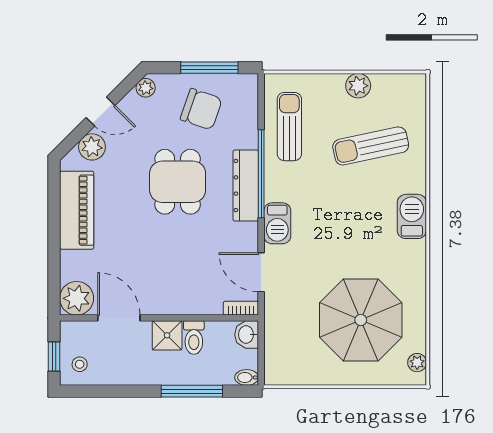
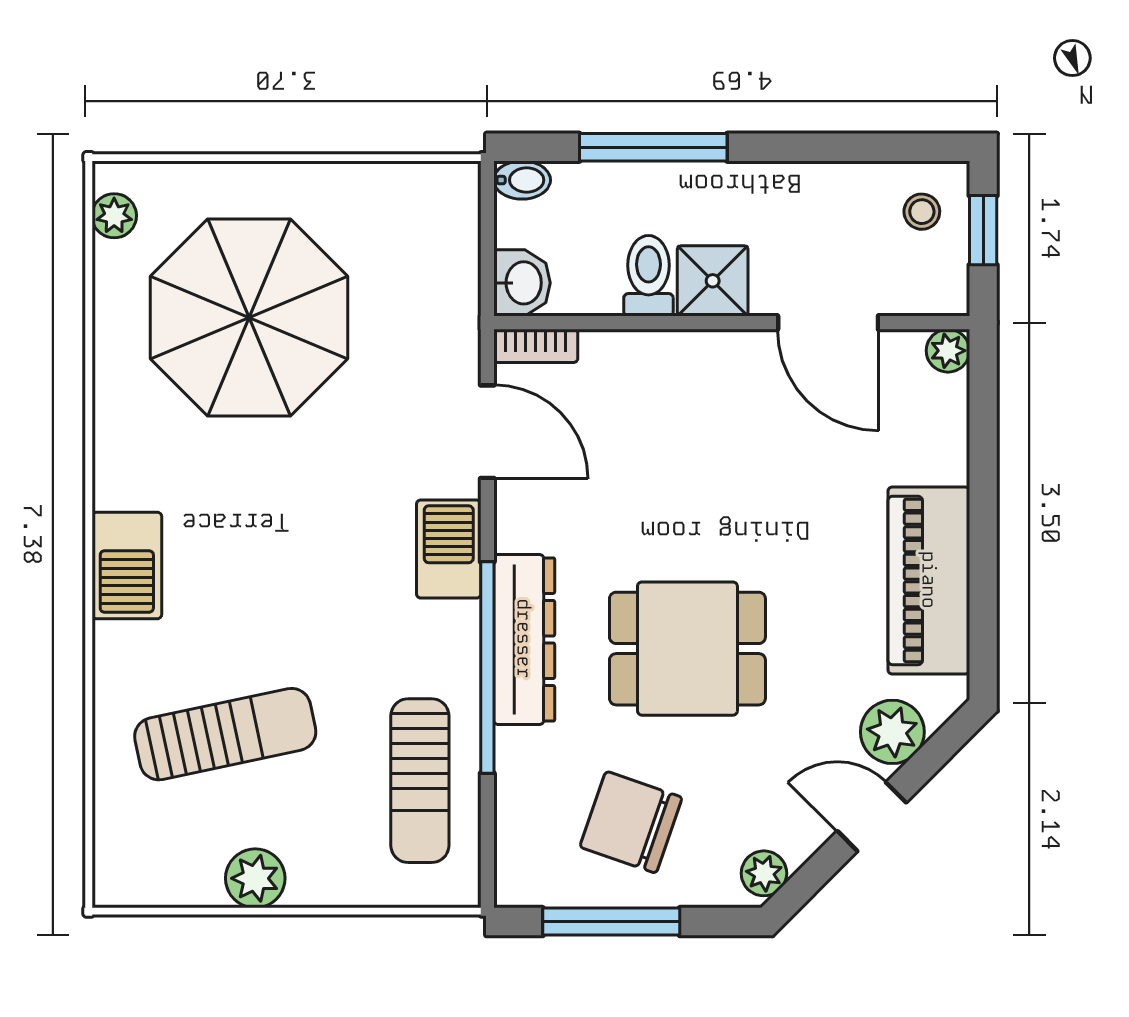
dining table: (178, 182) -> (687, 649), turned 90
plant: (77, 298) -> (948, 351), width x0.53, depth x0.53

